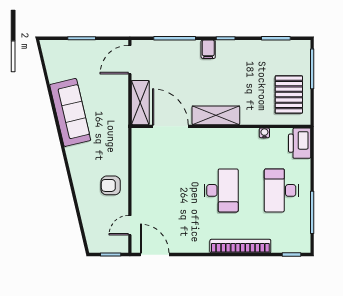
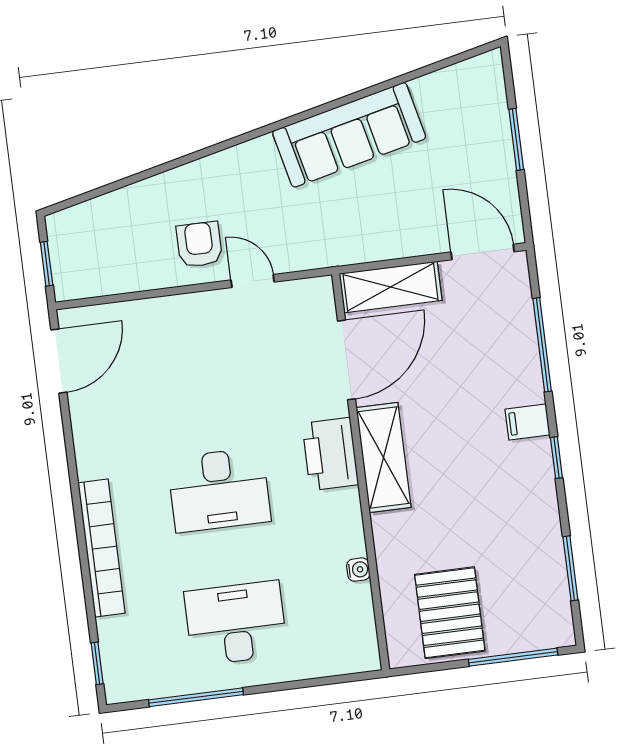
pallet: (289, 95) -> (450, 613), turned 90
printer: (300, 143) -> (330, 454), moved, turned -90
door: (130, 225) -> (253, 281), moved

